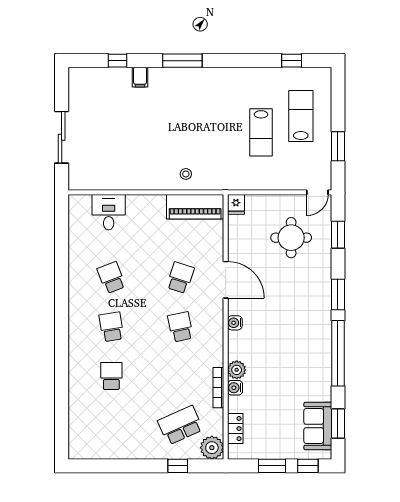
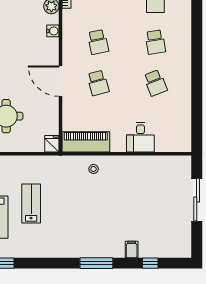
desk: (109, 212) -> (140, 137), moved
school desk: (180, 278) -> (98, 83), turned -33
water cooler: (235, 323) -> (53, 31), moved

